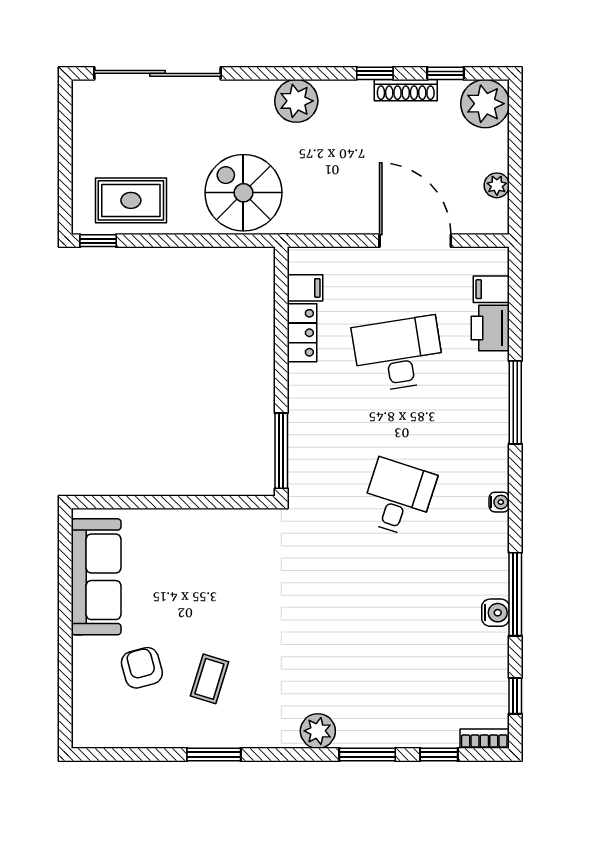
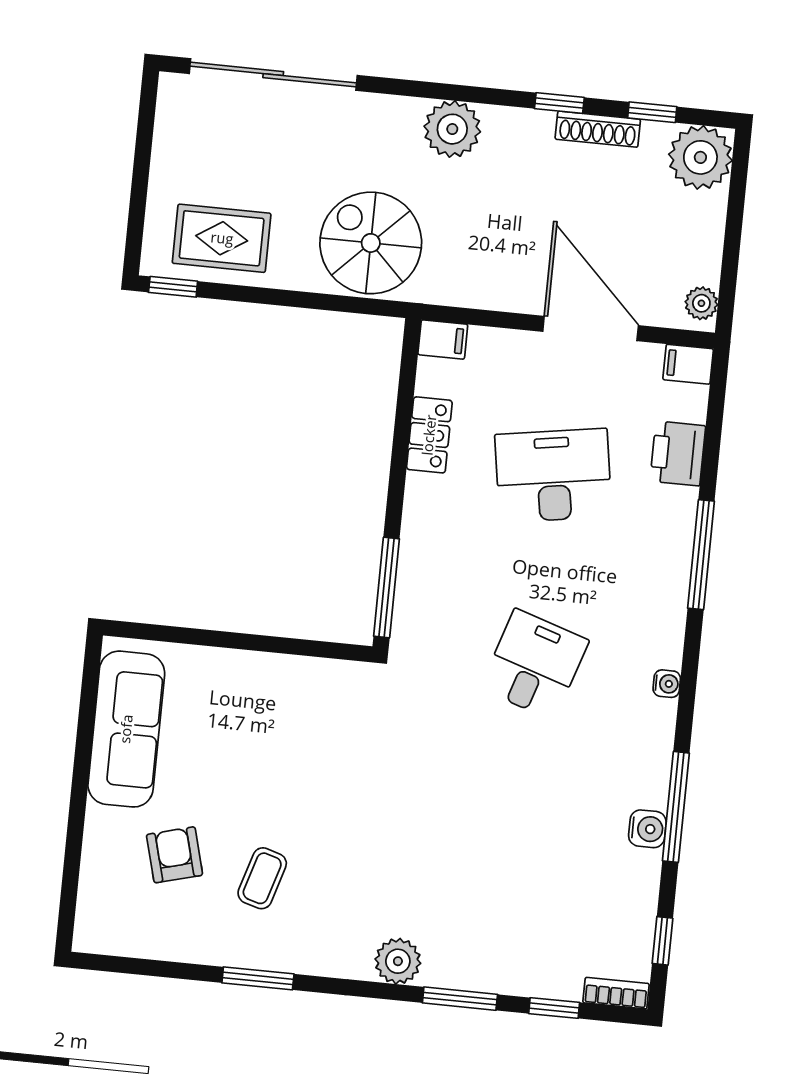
plant: (497, 185) -> (701, 303), moved
filing cabinet: (305, 288) -> (443, 339), moved
filing cabinet: (491, 289) -> (688, 364), moved

